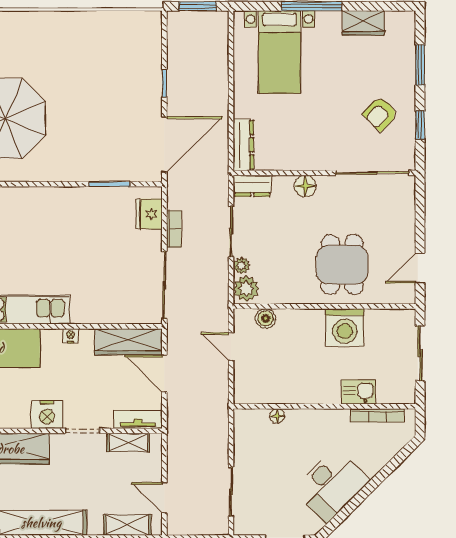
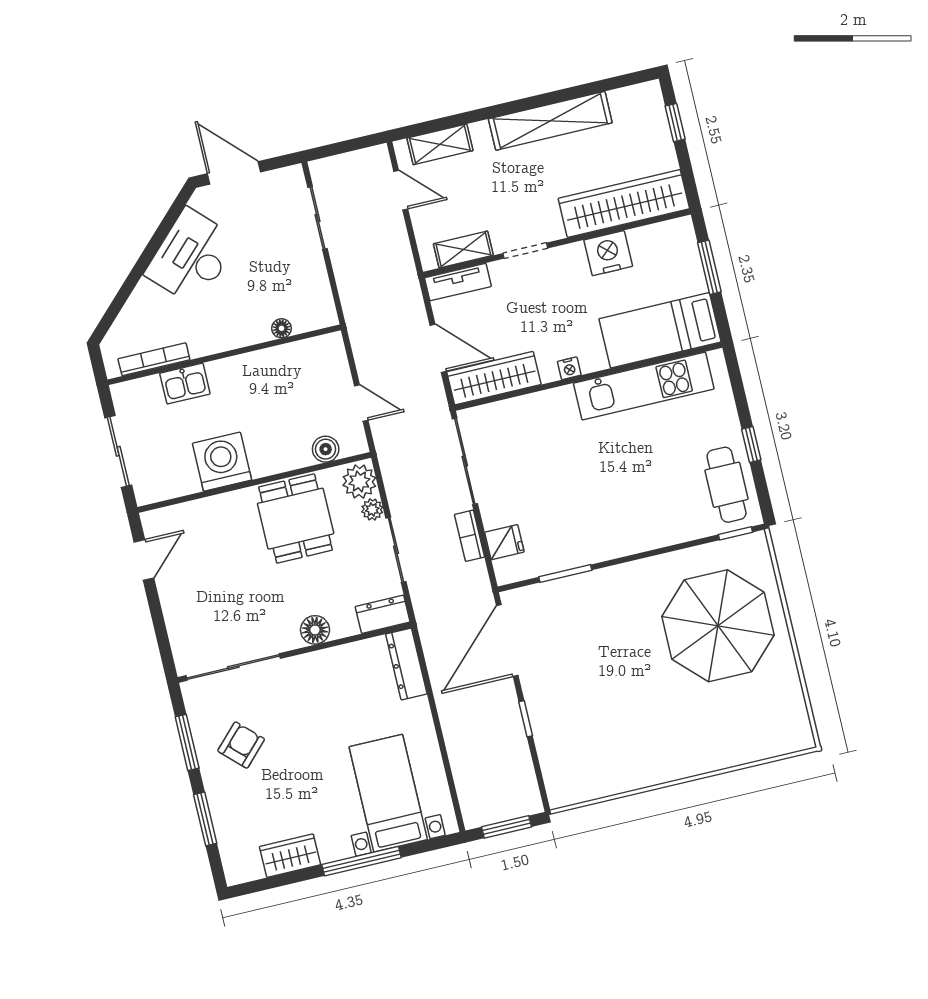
window: (420, 125) -> (187, 742), width x1.50
fridge: (149, 214) -> (504, 542), width x0.72
dining table: (342, 265) -> (296, 519), moved
nightstand: (47, 414) -> (608, 253), moved

